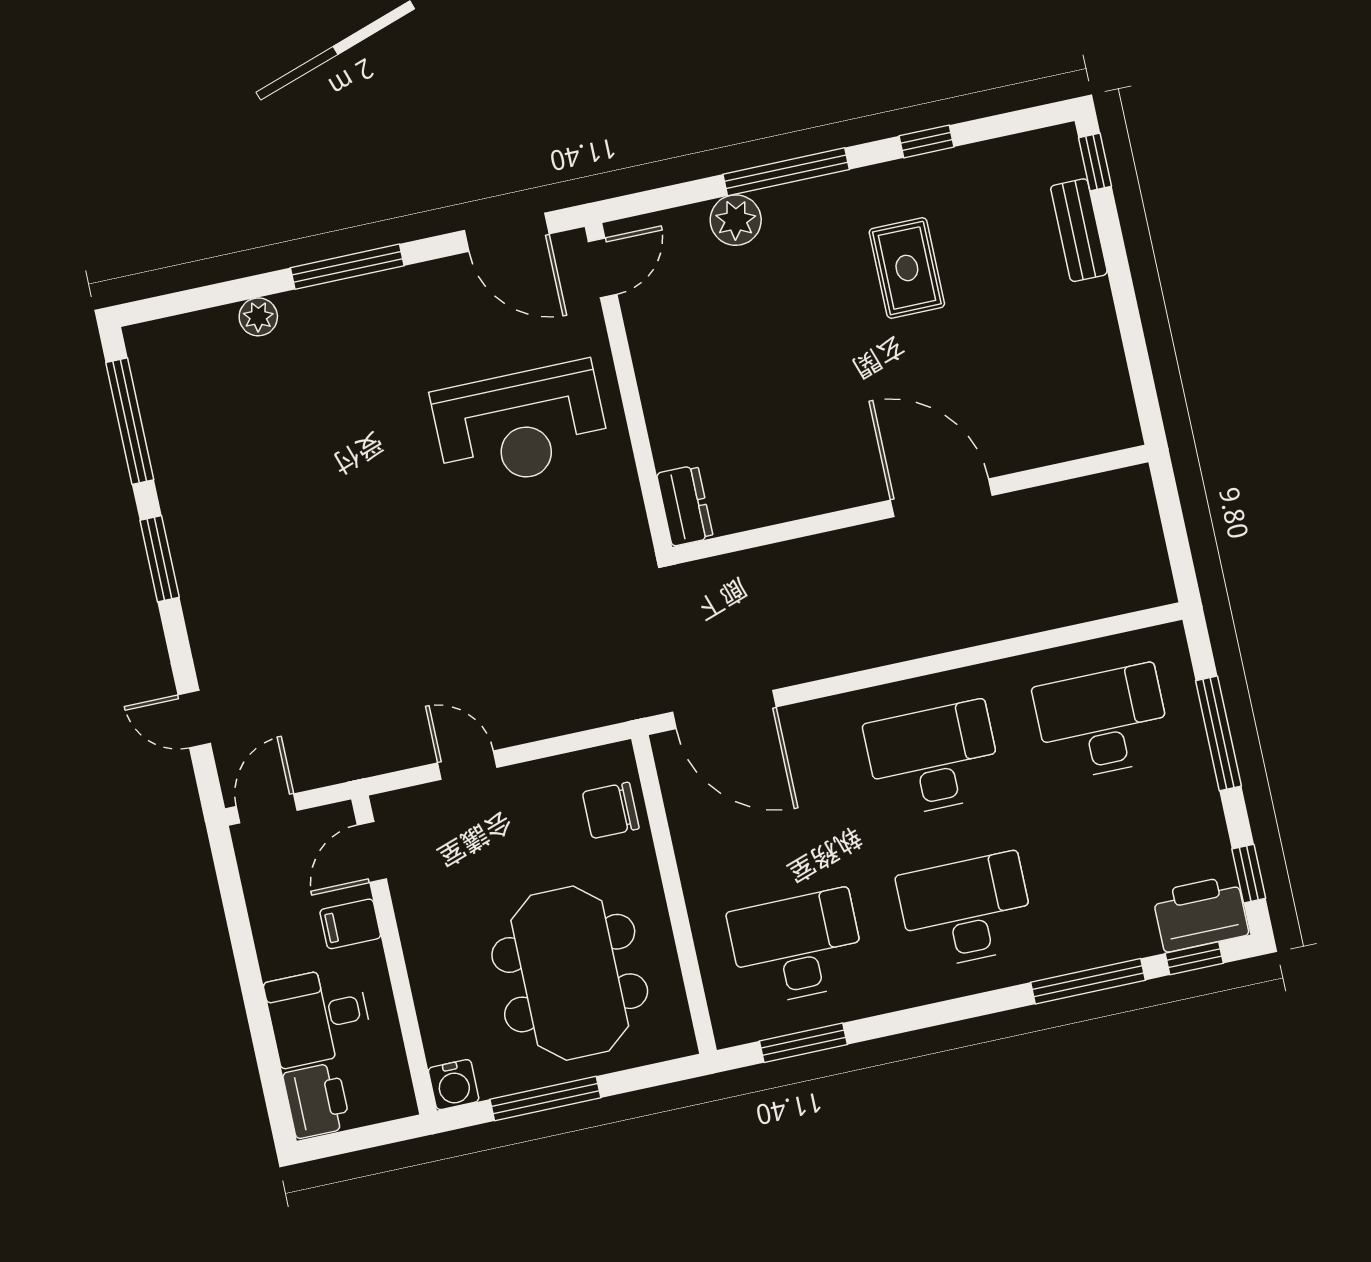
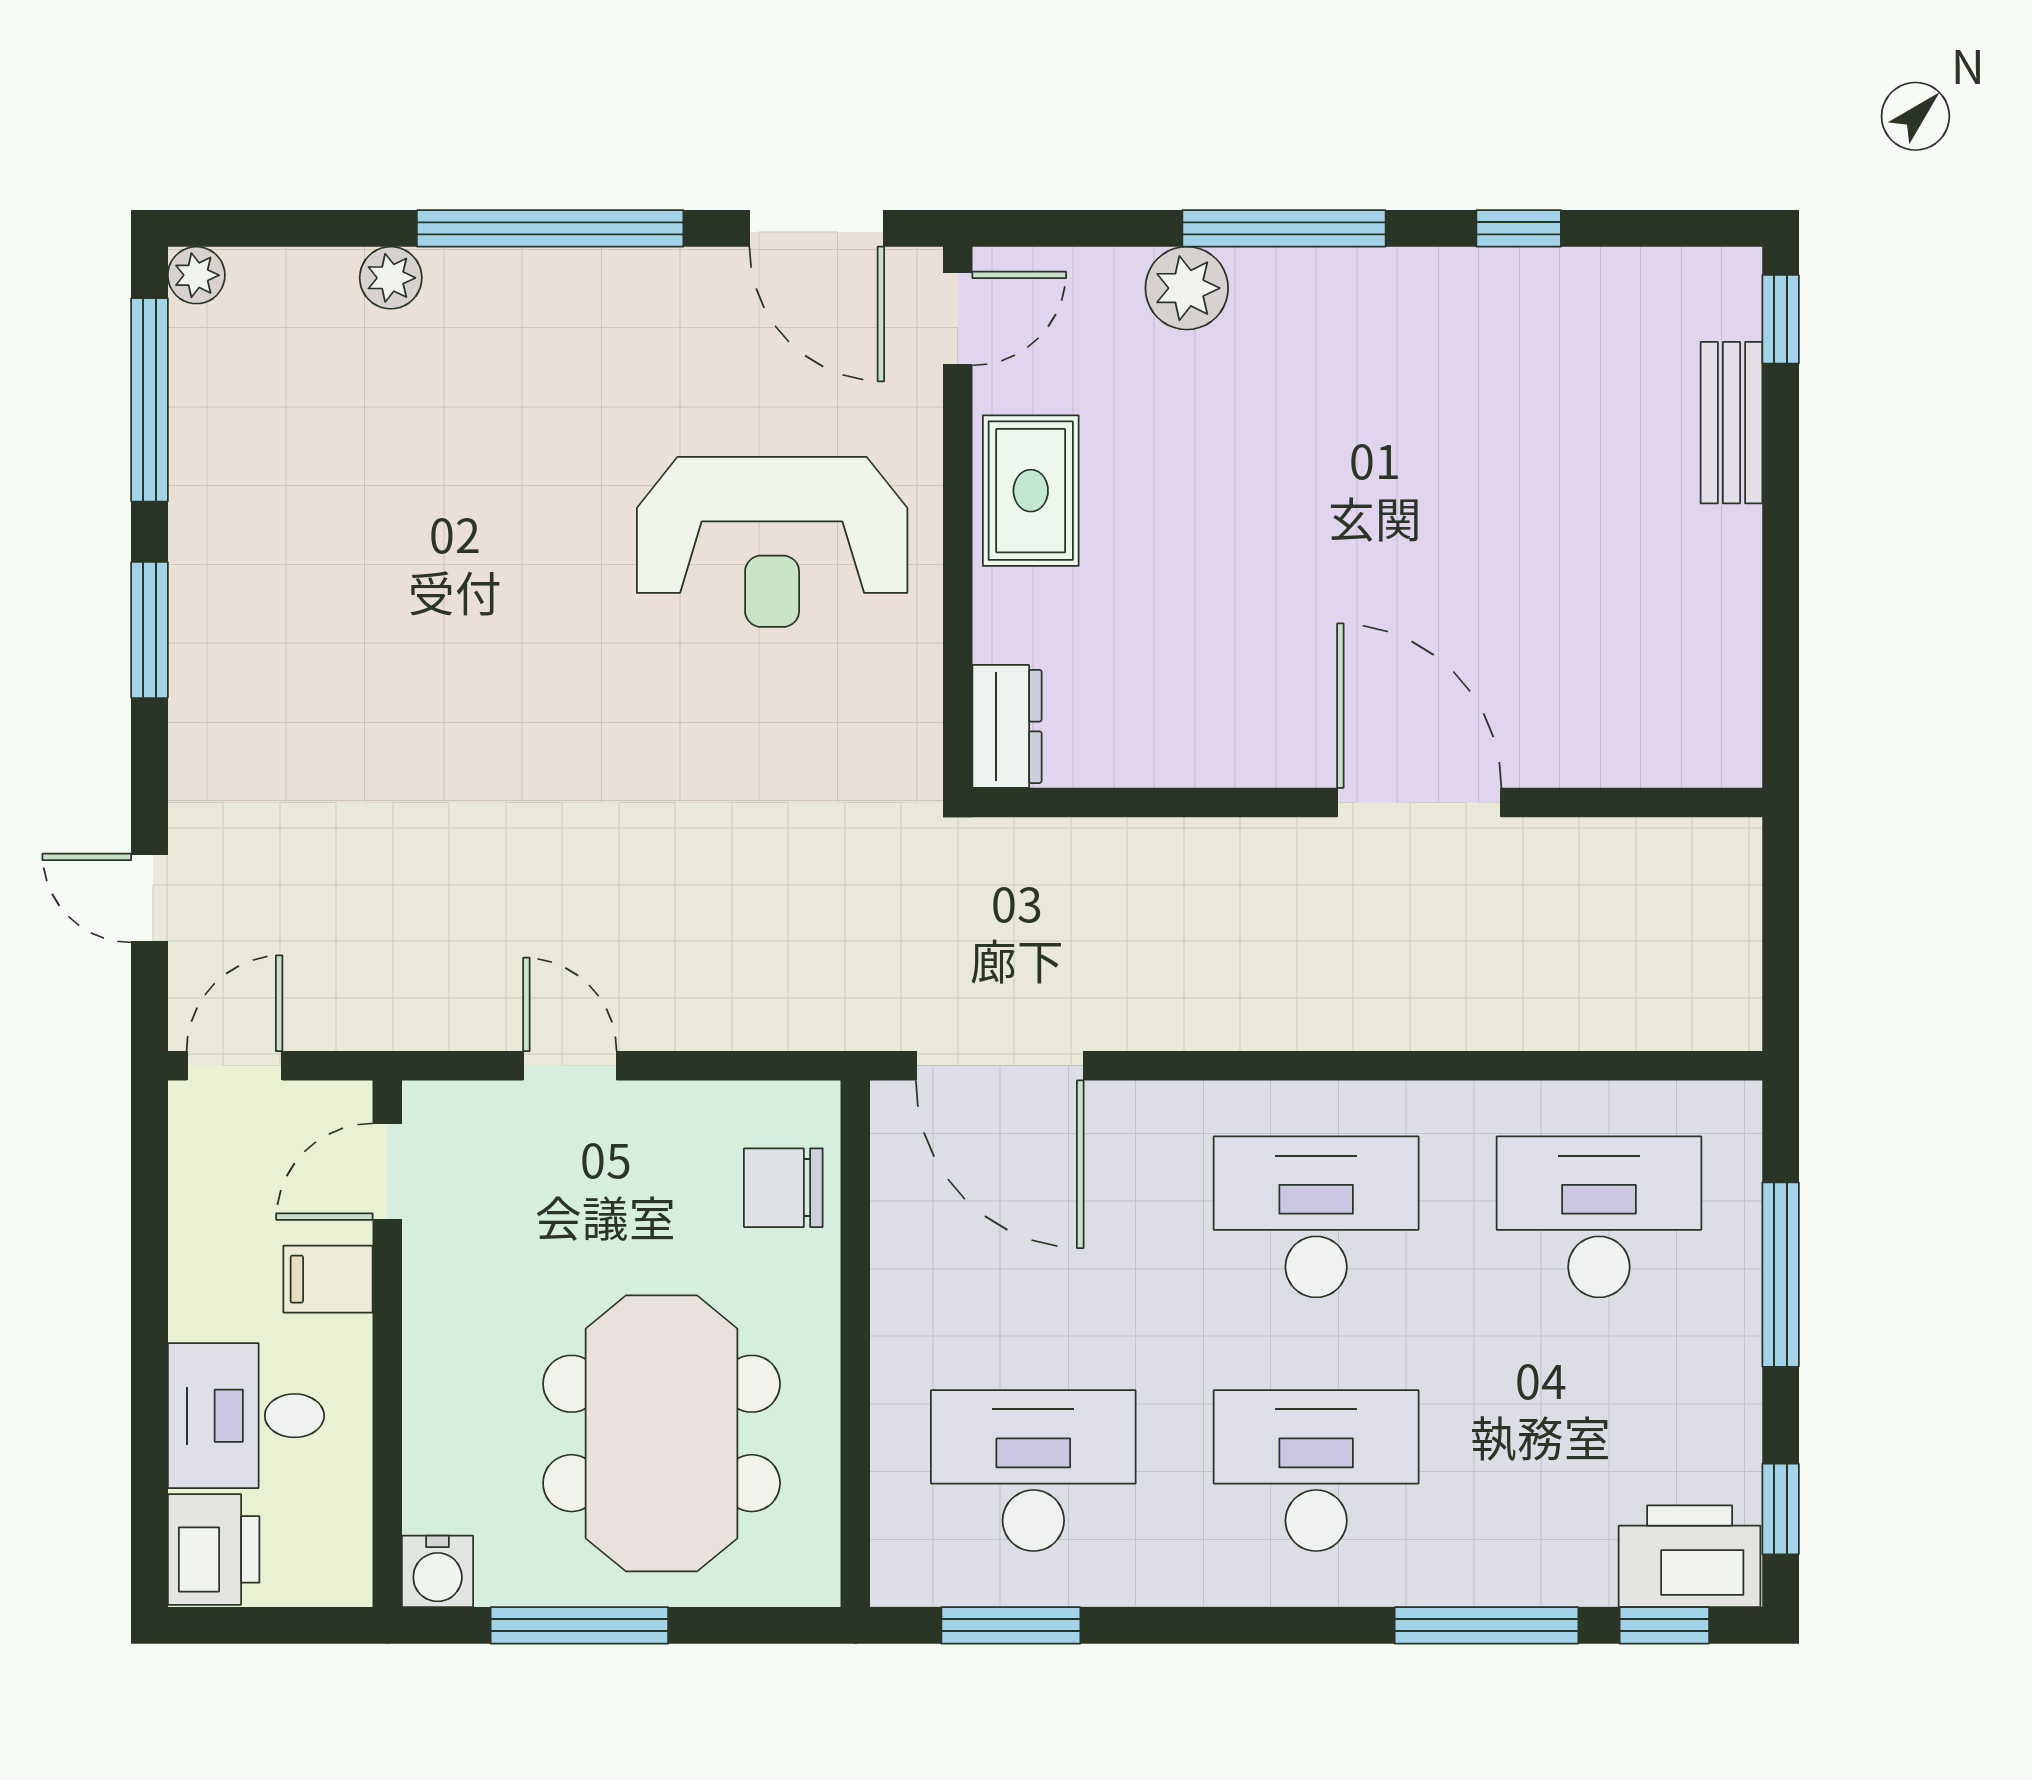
window: (347, 267) -> (550, 228), width x1.46
rug: (907, 268) -> (1031, 491), moved
plant: (142, 340) -> (196, 275), added

